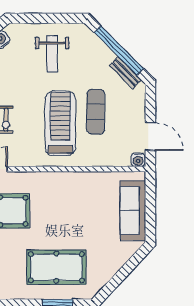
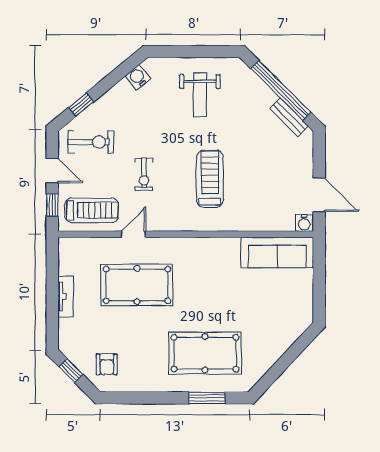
exercise mat: (96, 112) -> (253, 165), removed
treadmill: (60, 123) -> (210, 179), width x0.73, depth x0.73
sofa: (133, 211) -> (277, 252), moved, turned -90

